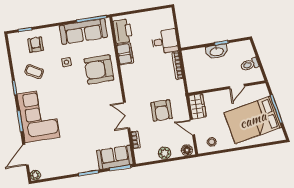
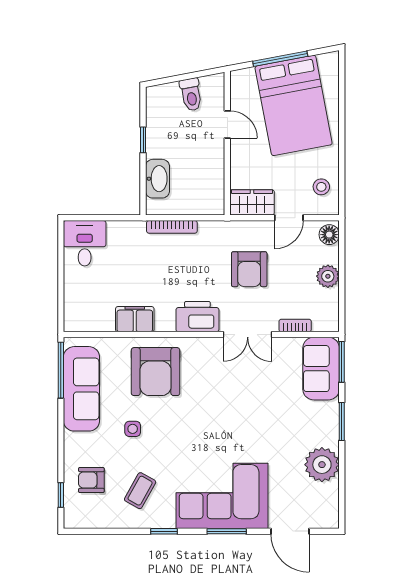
printer: (123, 31) -> (197, 317), moved
desk: (165, 41) -> (85, 243), moved
washbasin: (217, 51) -> (157, 179), moved
armchair: (162, 111) -> (249, 269), turned 90
plant: (35, 175) -> (322, 465), moved, width x1.88, depth x1.88

